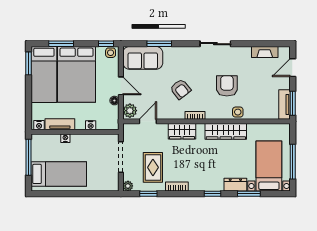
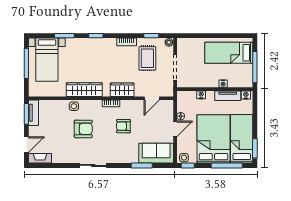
window: (61, 44) -> (227, 165), width x1.44
fireplace: (265, 52) -> (40, 158), moved
door: (121, 86) -> (175, 129), swing flipped
armchair: (227, 86) -> (83, 129), turned -90
armchair: (180, 89) -> (123, 126), turned -52
plant: (130, 111) -> (167, 108), removed
dresser: (235, 185) -> (76, 43), removed

